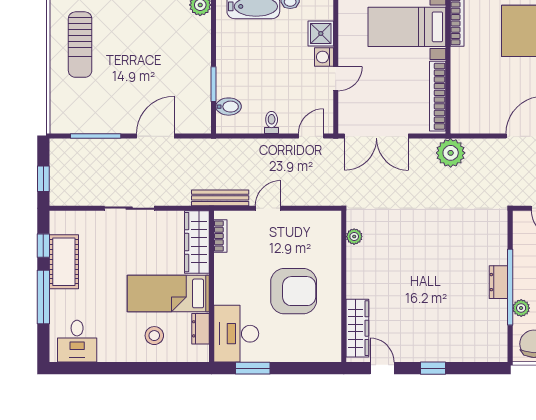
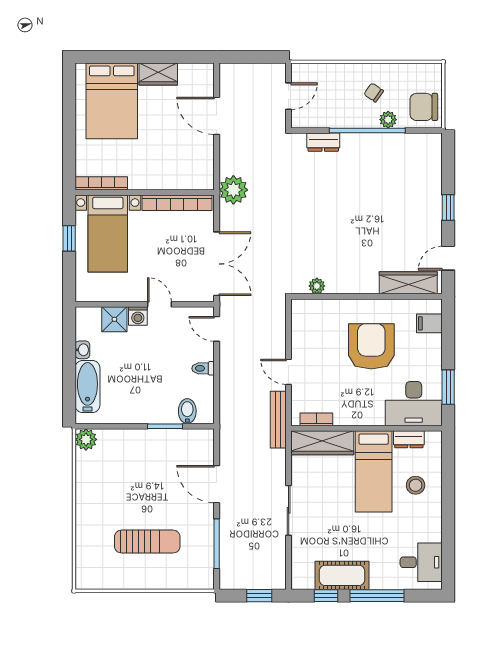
sun lounger: (80, 45) -> (147, 542), moved
dresser: (498, 282) -> (323, 142), moved
filing cabinet: (317, 349) -> (429, 323), added

